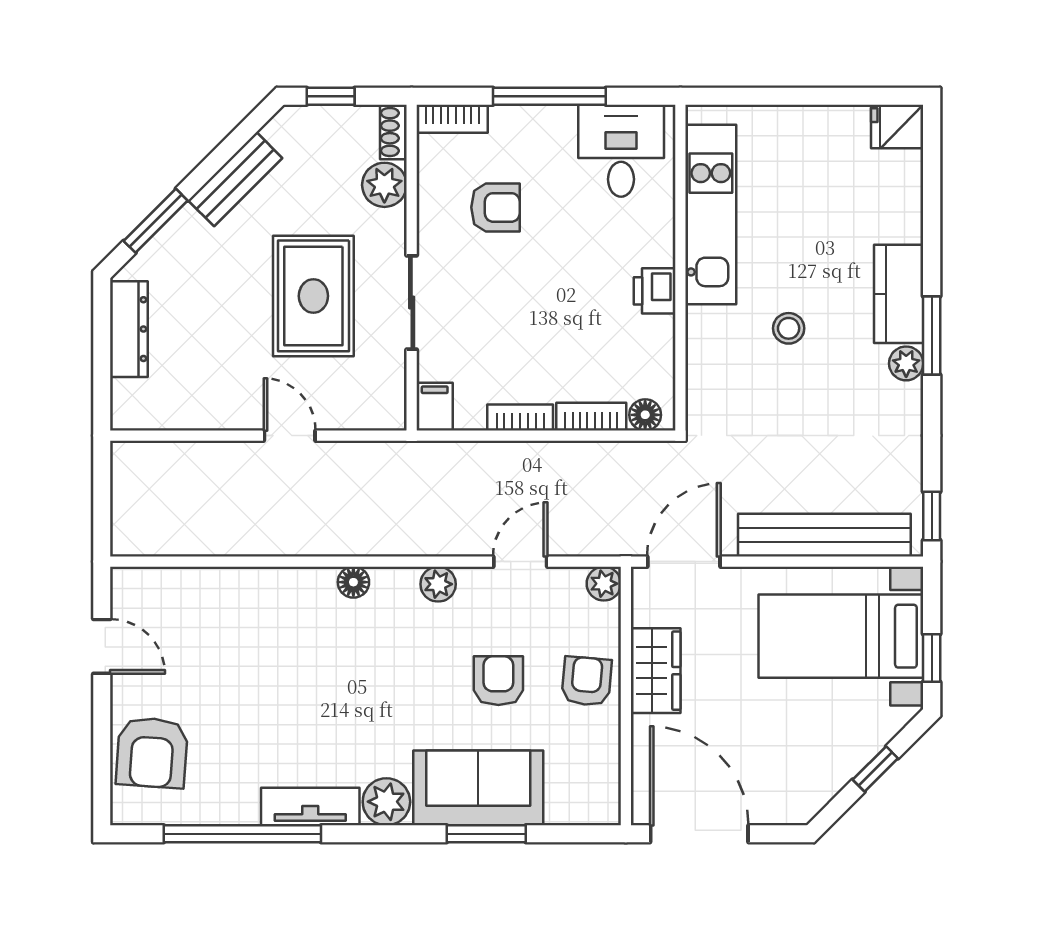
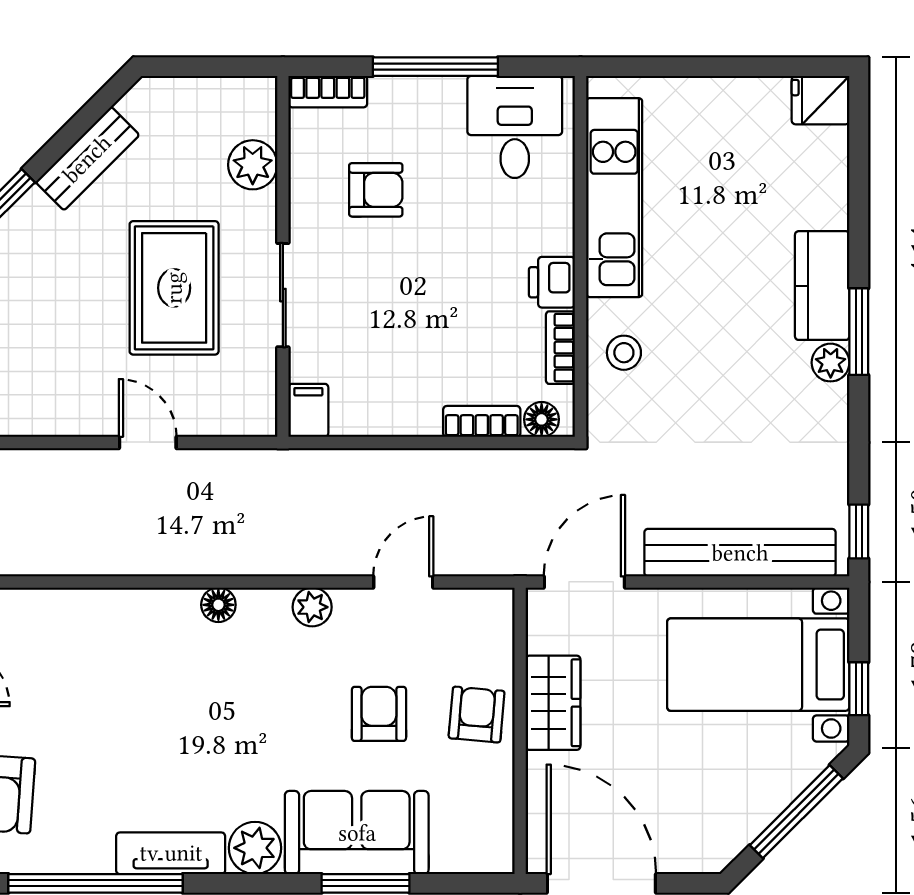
window: (331, 96) -> (193, 67), removed
shoe rack: (393, 132) -> (263, 106), removed
stool: (789, 328) -> (624, 353), moved
bookcase: (520, 417) -> (560, 348), moved, turned -90
plant: (604, 584) -> (496, 606), removed
window: (875, 769) -> (796, 812), width x2.17

